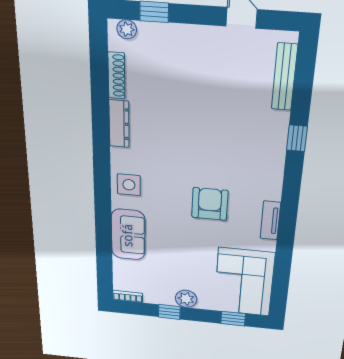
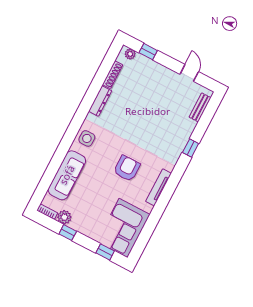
bench: (284, 77) -> (200, 107), width x0.73
tv unit: (270, 220) -> (159, 187), width x1.41
sofa: (128, 235) -> (67, 175), width x1.36
plant: (186, 299) -> (64, 217), moved

